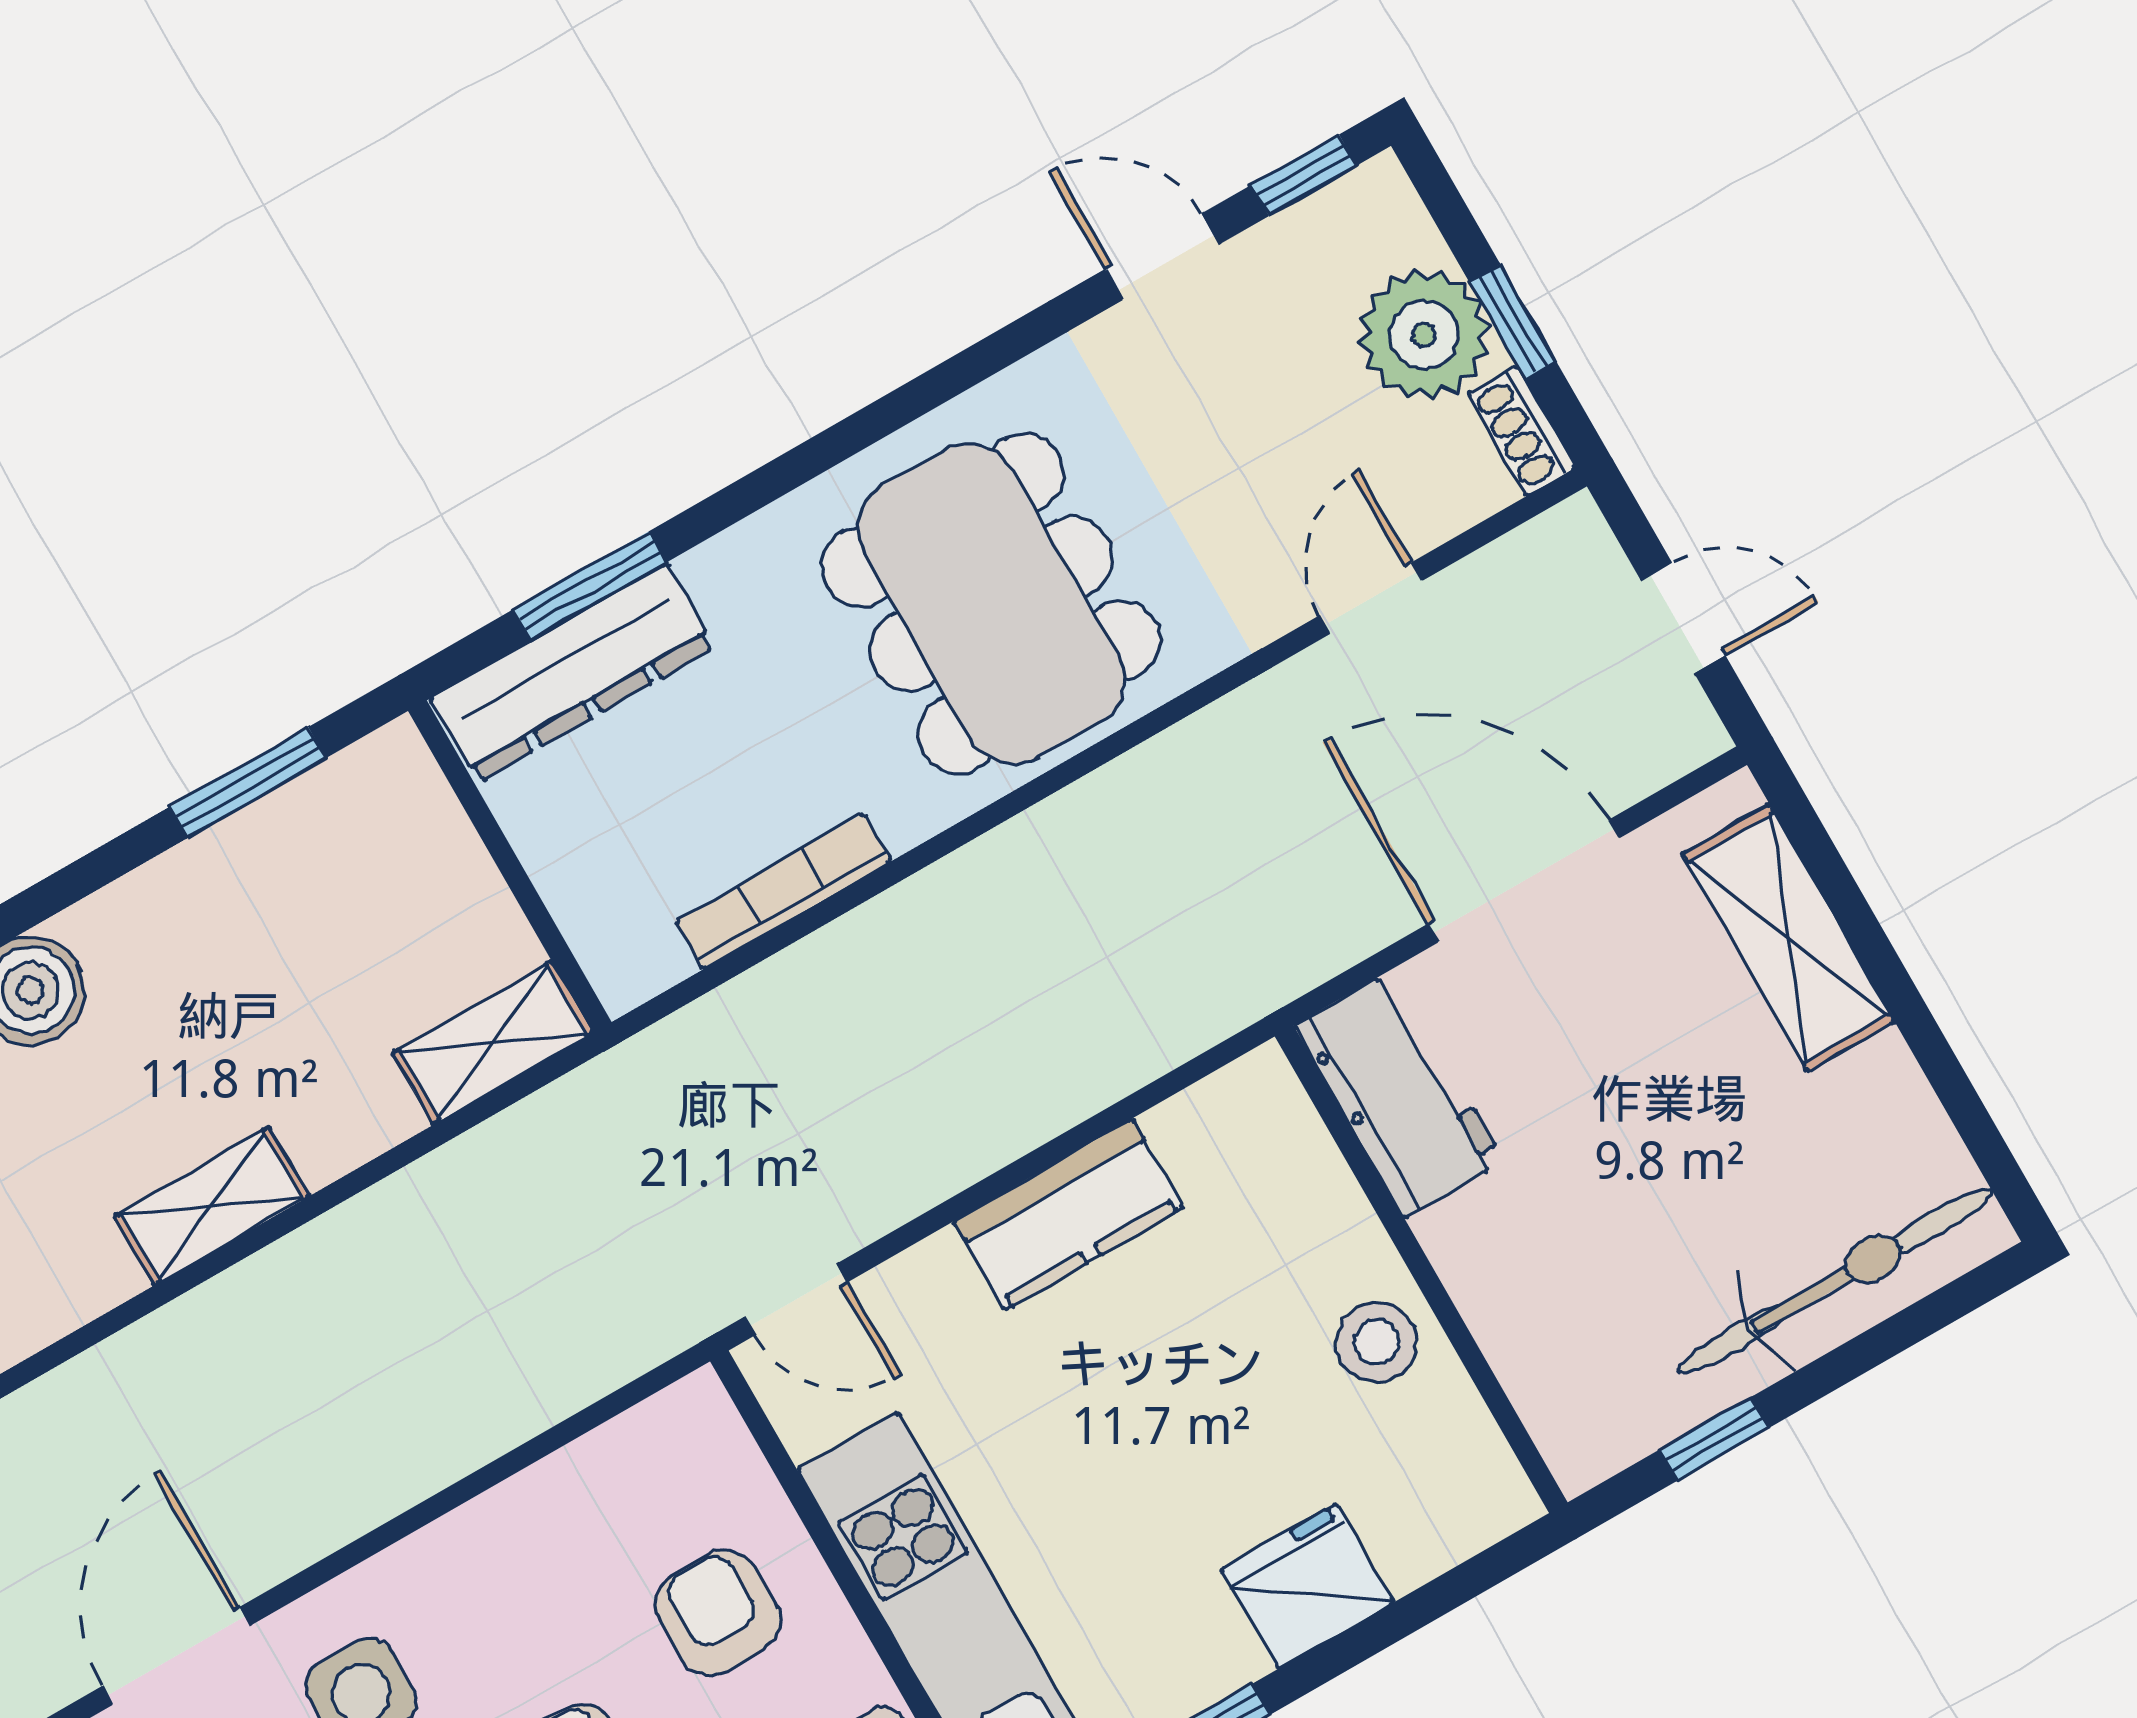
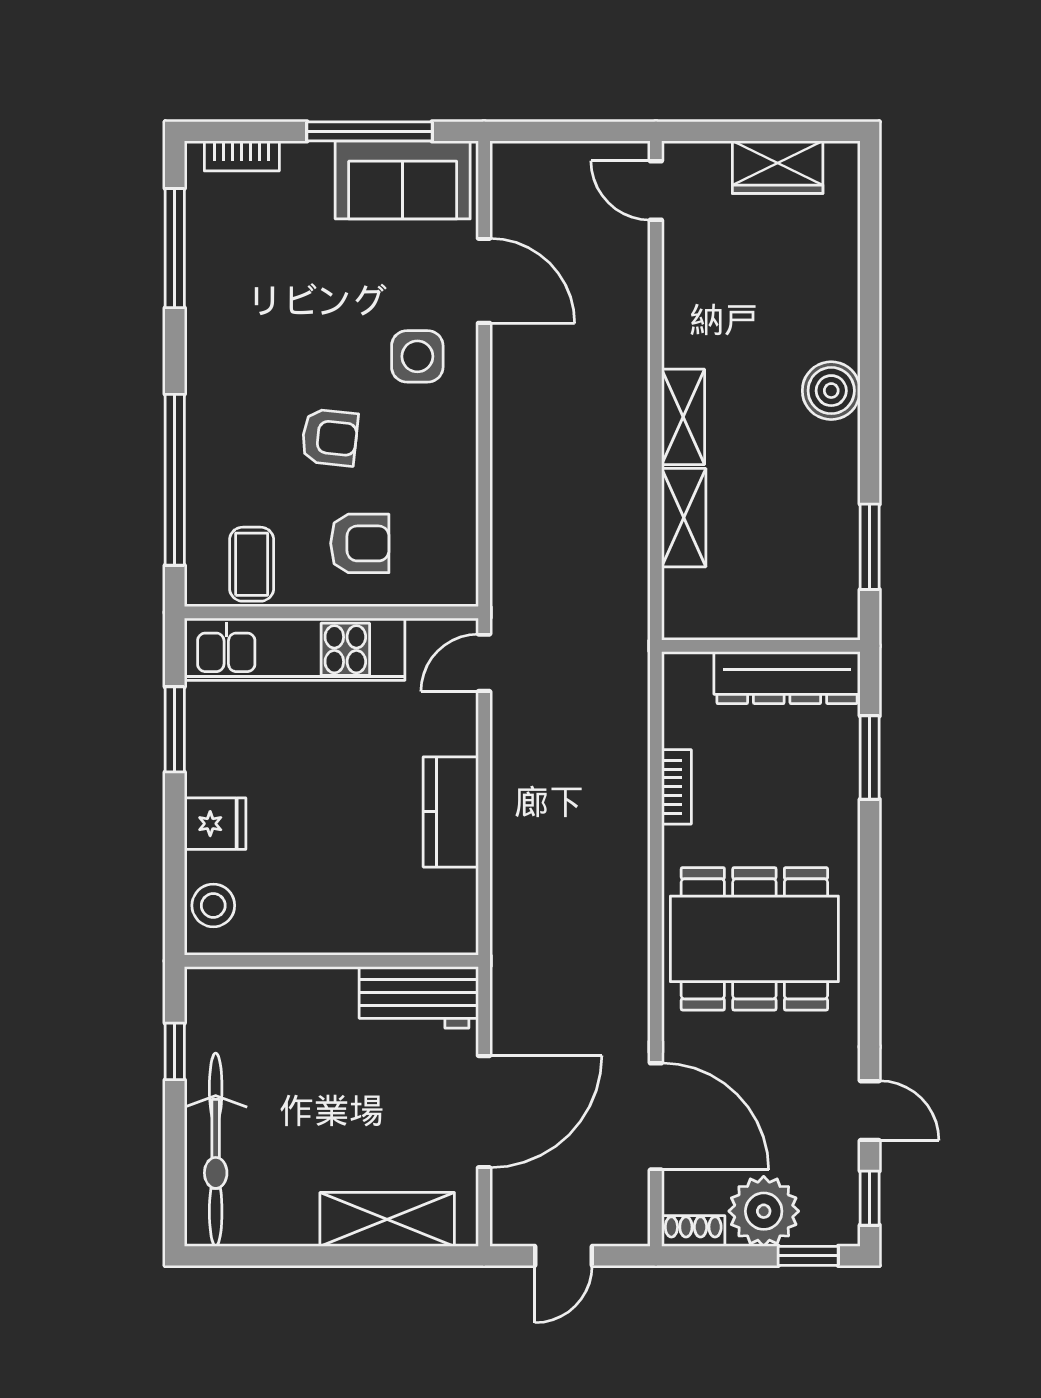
door: (1162, 257) -> (870, 1111), hinge flipped
window: (1513, 322) -> (808, 1256), moved
door: (1371, 598) -> (656, 1116), width x1.88
dresser: (573, 673) -> (787, 678), moved, turned -90
bookcase: (783, 891) -> (676, 787), width x0.64
shelving: (493, 1043) -> (684, 518), moved
stool: (1376, 1342) -> (213, 905), moved
fridge: (1307, 1586) -> (215, 824), width x0.72

